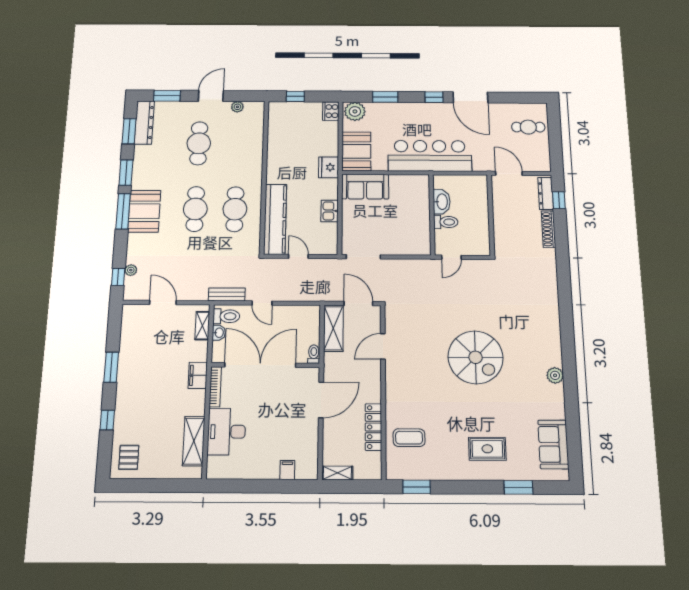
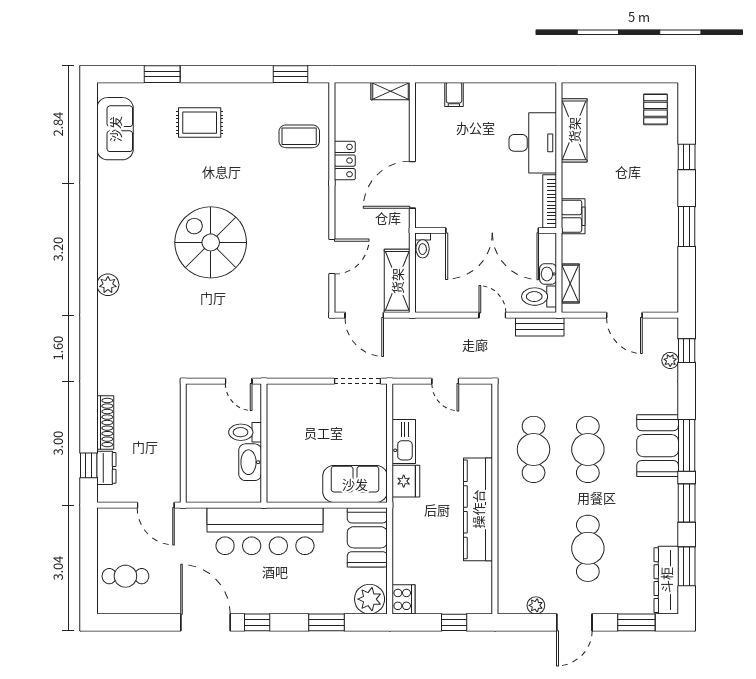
fridge: (329, 167) -> (406, 481), moved
dresser: (546, 193) -> (106, 468), width x0.70
kitchen sink: (330, 211) -> (404, 442), width x1.38
kitchen counter: (275, 219) -> (478, 509), moved
door: (451, 257) -> (239, 381), swing flipped
plant: (555, 375) -> (108, 285), moved
locker: (373, 427) -> (345, 161), width x0.66

